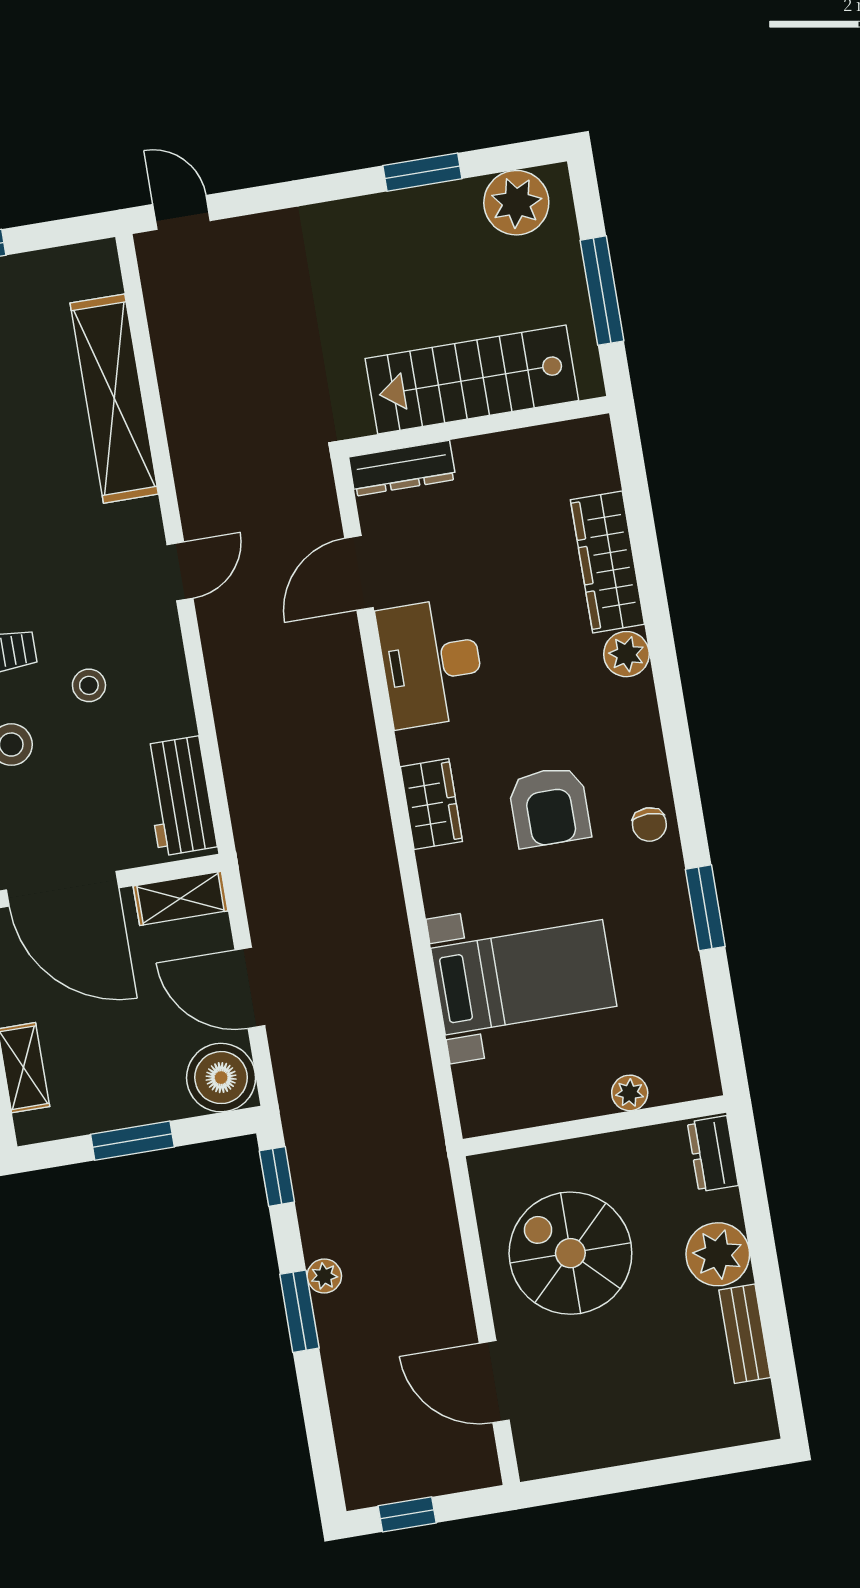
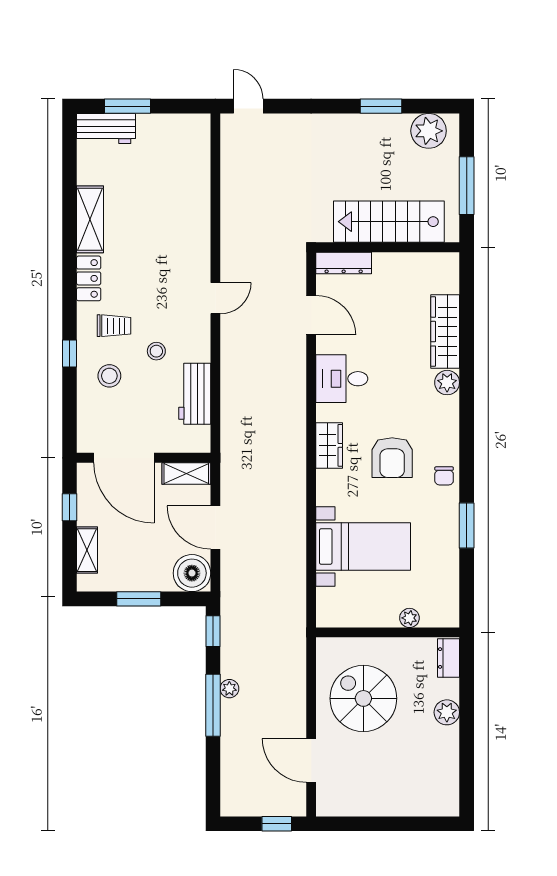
shelving: (114, 399) -> (196, 200), removed
door: (359, 573) -> (311, 315), swing flipped
desk: (431, 663) -> (342, 379), width x0.73
workbench: (179, 796) -> (195, 394), moved
plant: (718, 1254) -> (447, 712), width x0.73, depth x0.73
window: (299, 1311) -> (213, 705), width x1.44
bench: (745, 1334) -> (450, 757), removed
window: (407, 1514) -> (277, 824), moved

